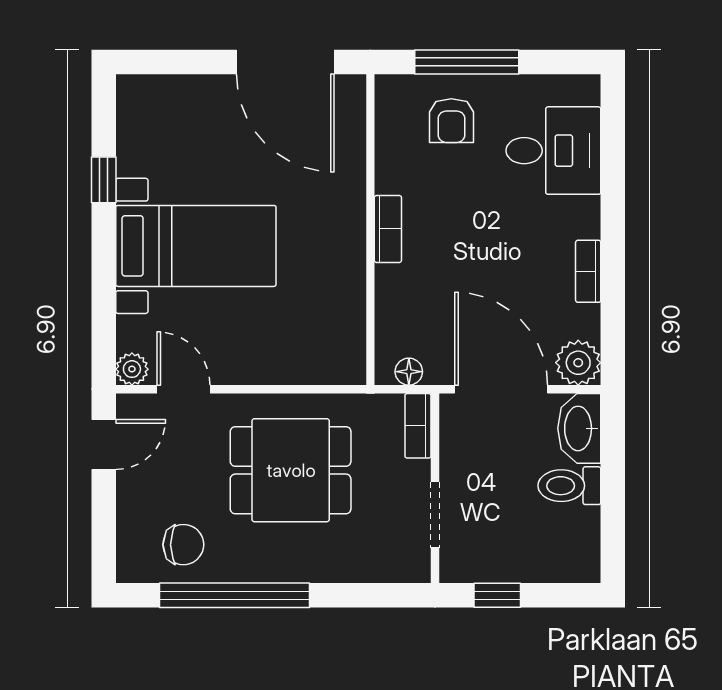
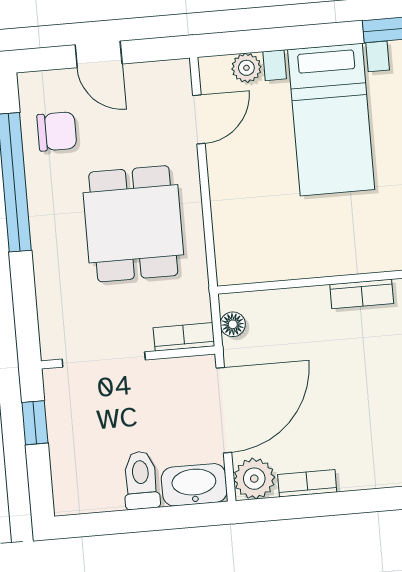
bookcase: (588, 271) -> (307, 483), moved
plant: (132, 369) -> (246, 68), moved
door: (104, 444) -> (99, 54), moved
doorway: (435, 515) -> (104, 359), width x1.38
chair: (183, 545) -> (57, 131), turned -90

